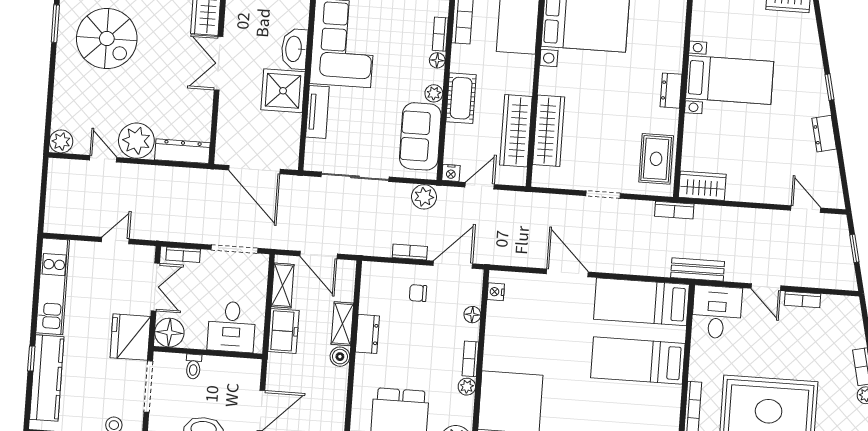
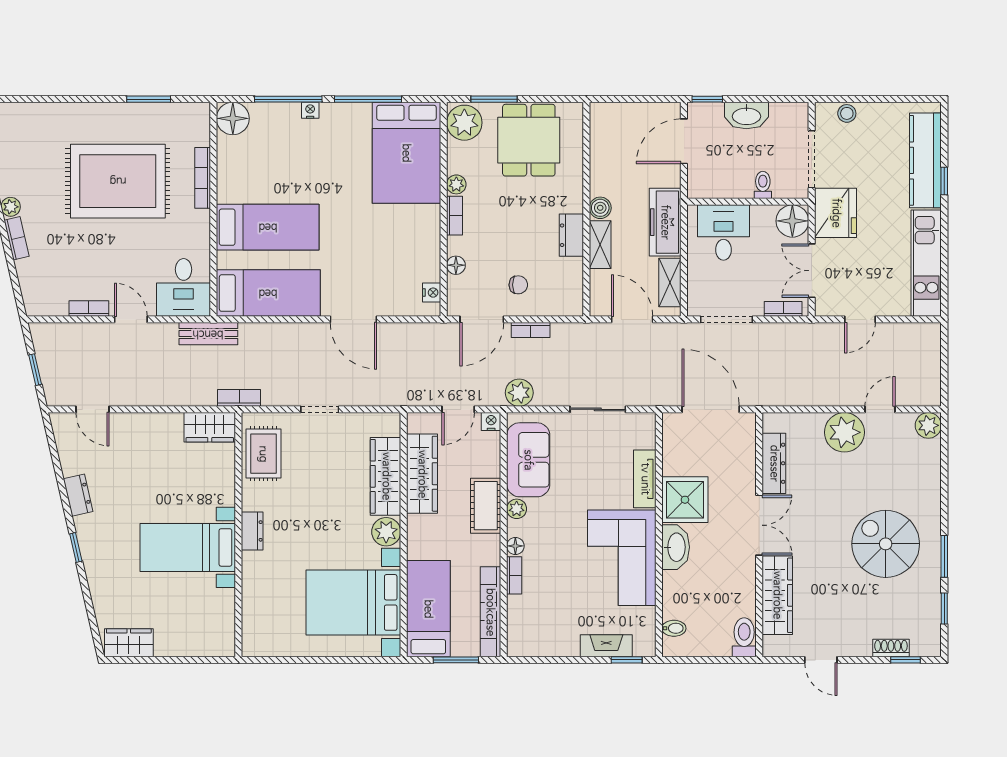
plant: (552, 81) -> (386, 532), added
dresser: (182, 151) -> (774, 463), moved, turned -90
door: (103, 159) -> (880, 409), swing flipped
sliding door: (355, 177) -> (598, 409), width x0.73
freezer: (283, 331) -> (665, 222), width x1.40

